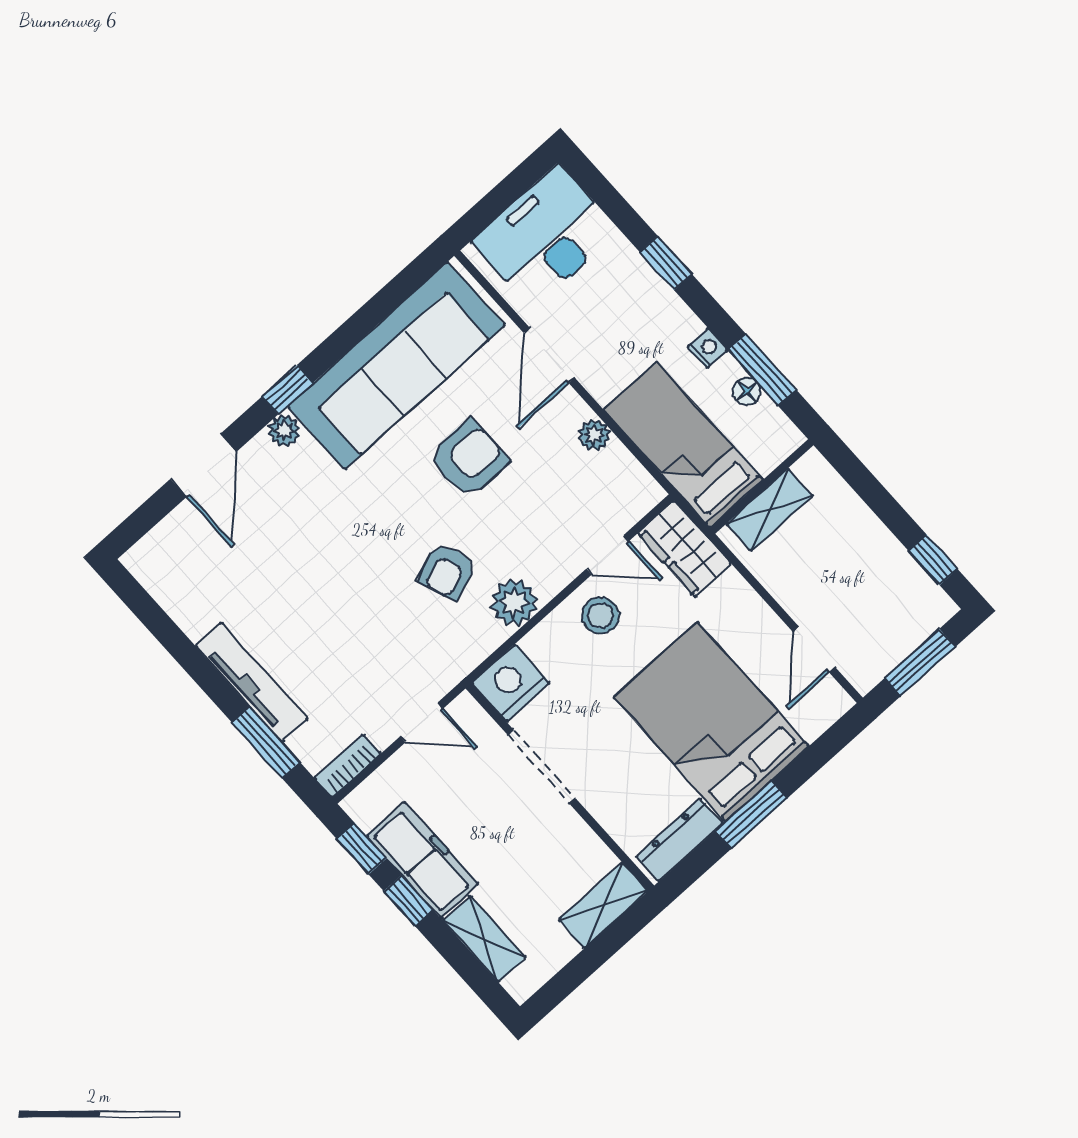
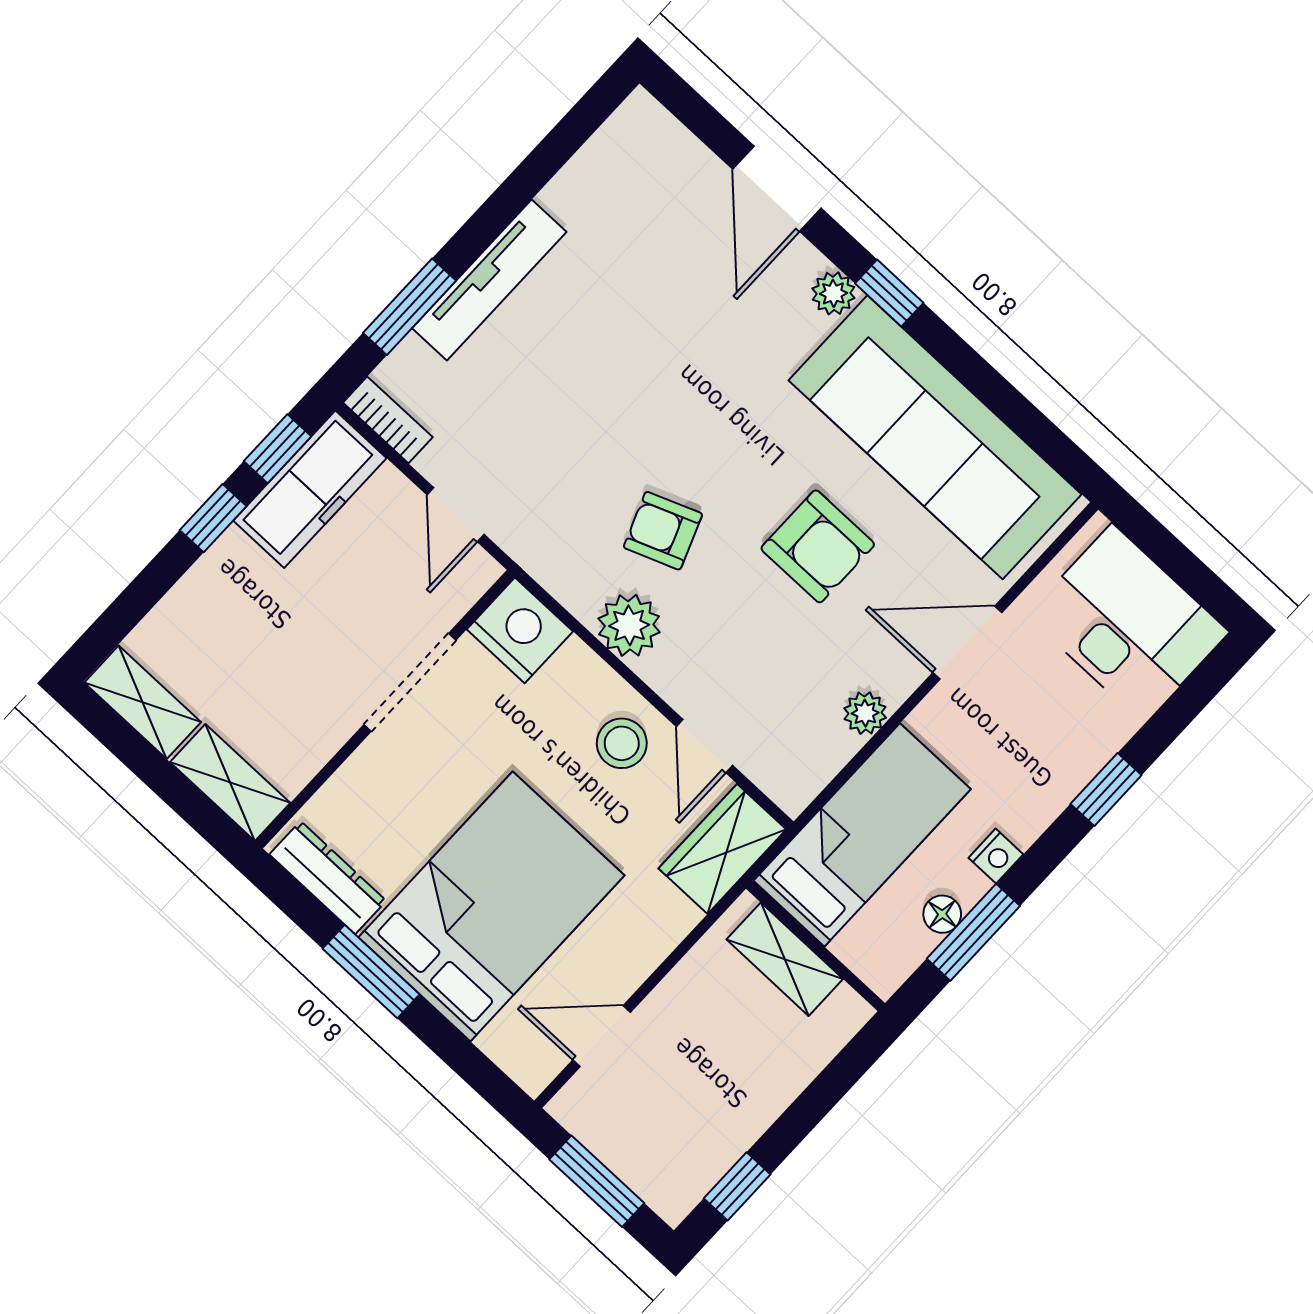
door: (204, 465) -> (777, 189), hinge flipped
freezer: (423, 860) -> (310, 489), moved
shelving: (484, 939) -> (143, 702), moved, turned 90

